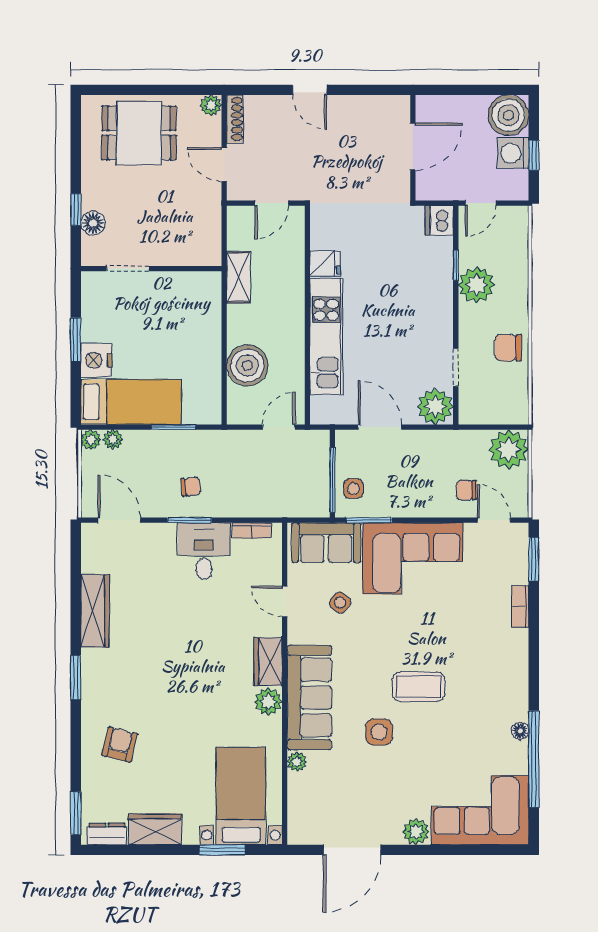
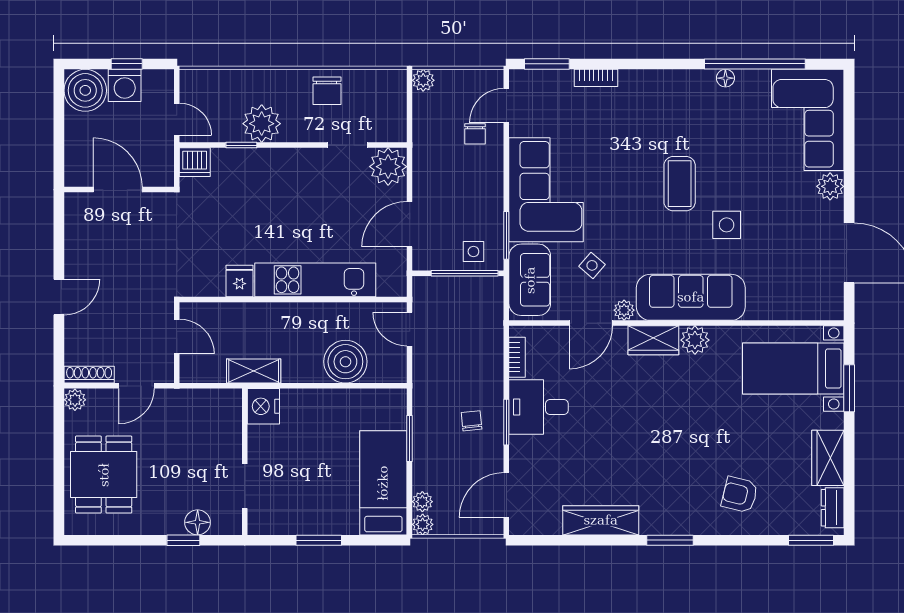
nightstand: (96, 360) -> (263, 406), moved, turned 90
plant: (509, 450) -> (423, 80), width x0.53, depth x0.53
door: (285, 601) -> (591, 323), width x1.38
plant: (297, 762) -> (624, 310), moved

